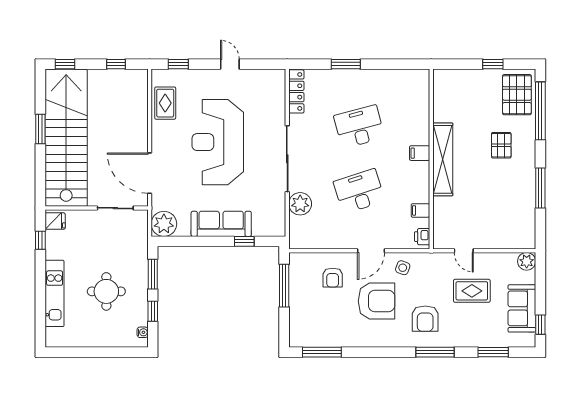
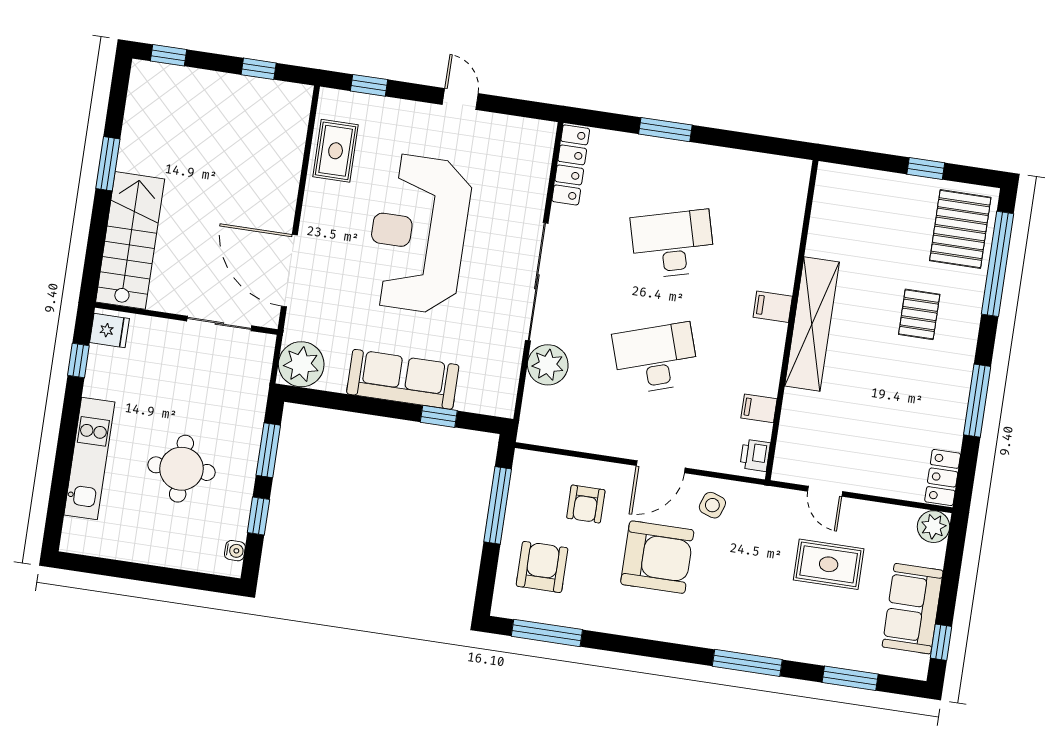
stairs: (66, 138) -> (130, 240), width x0.54, depth x0.66
locker: (528, 233) -> (943, 477), added
armchair: (425, 319) -> (542, 567), moved, turned 180

